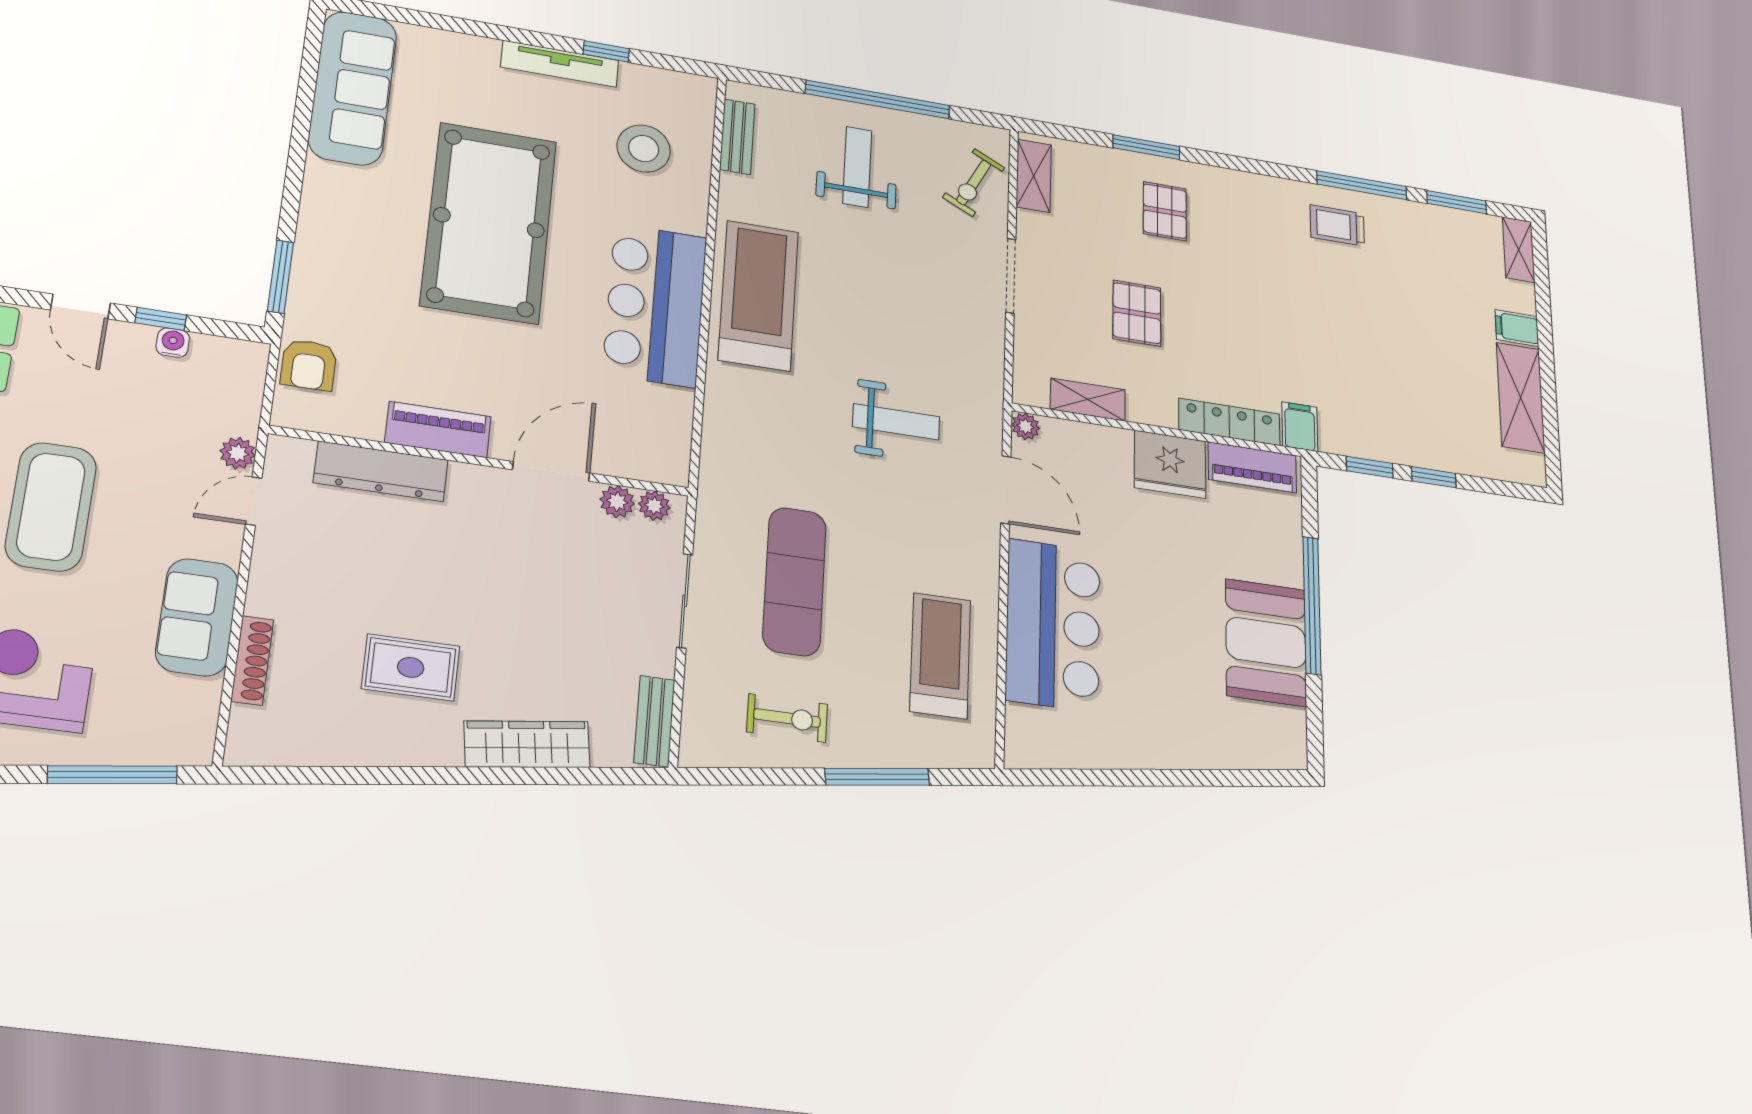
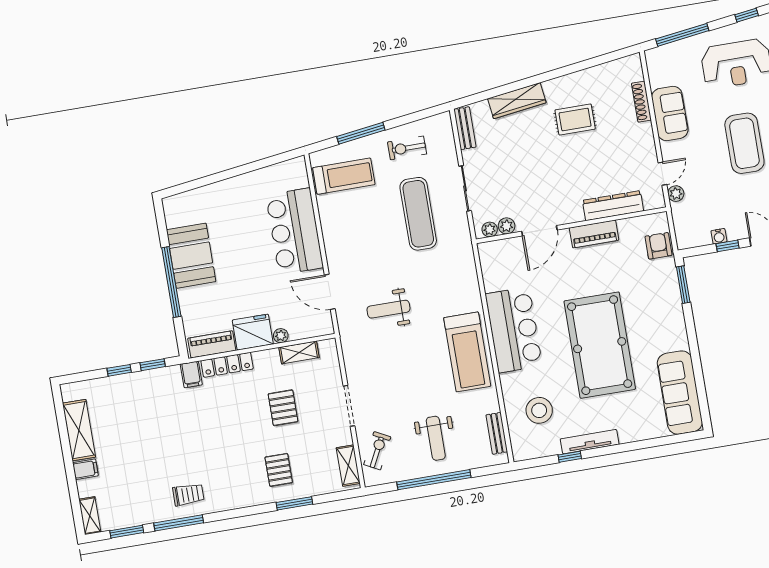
plant: (1026, 426) -> (281, 336), moved
treadmill: (940, 656) -> (344, 176), moved, turned -90

